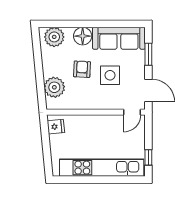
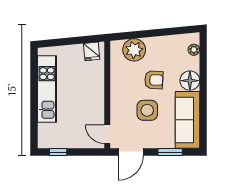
plant: (54, 37) -> (194, 50), width x0.53, depth x0.53
kitchen unit: (102, 168) -> (47, 89), width x0.73

